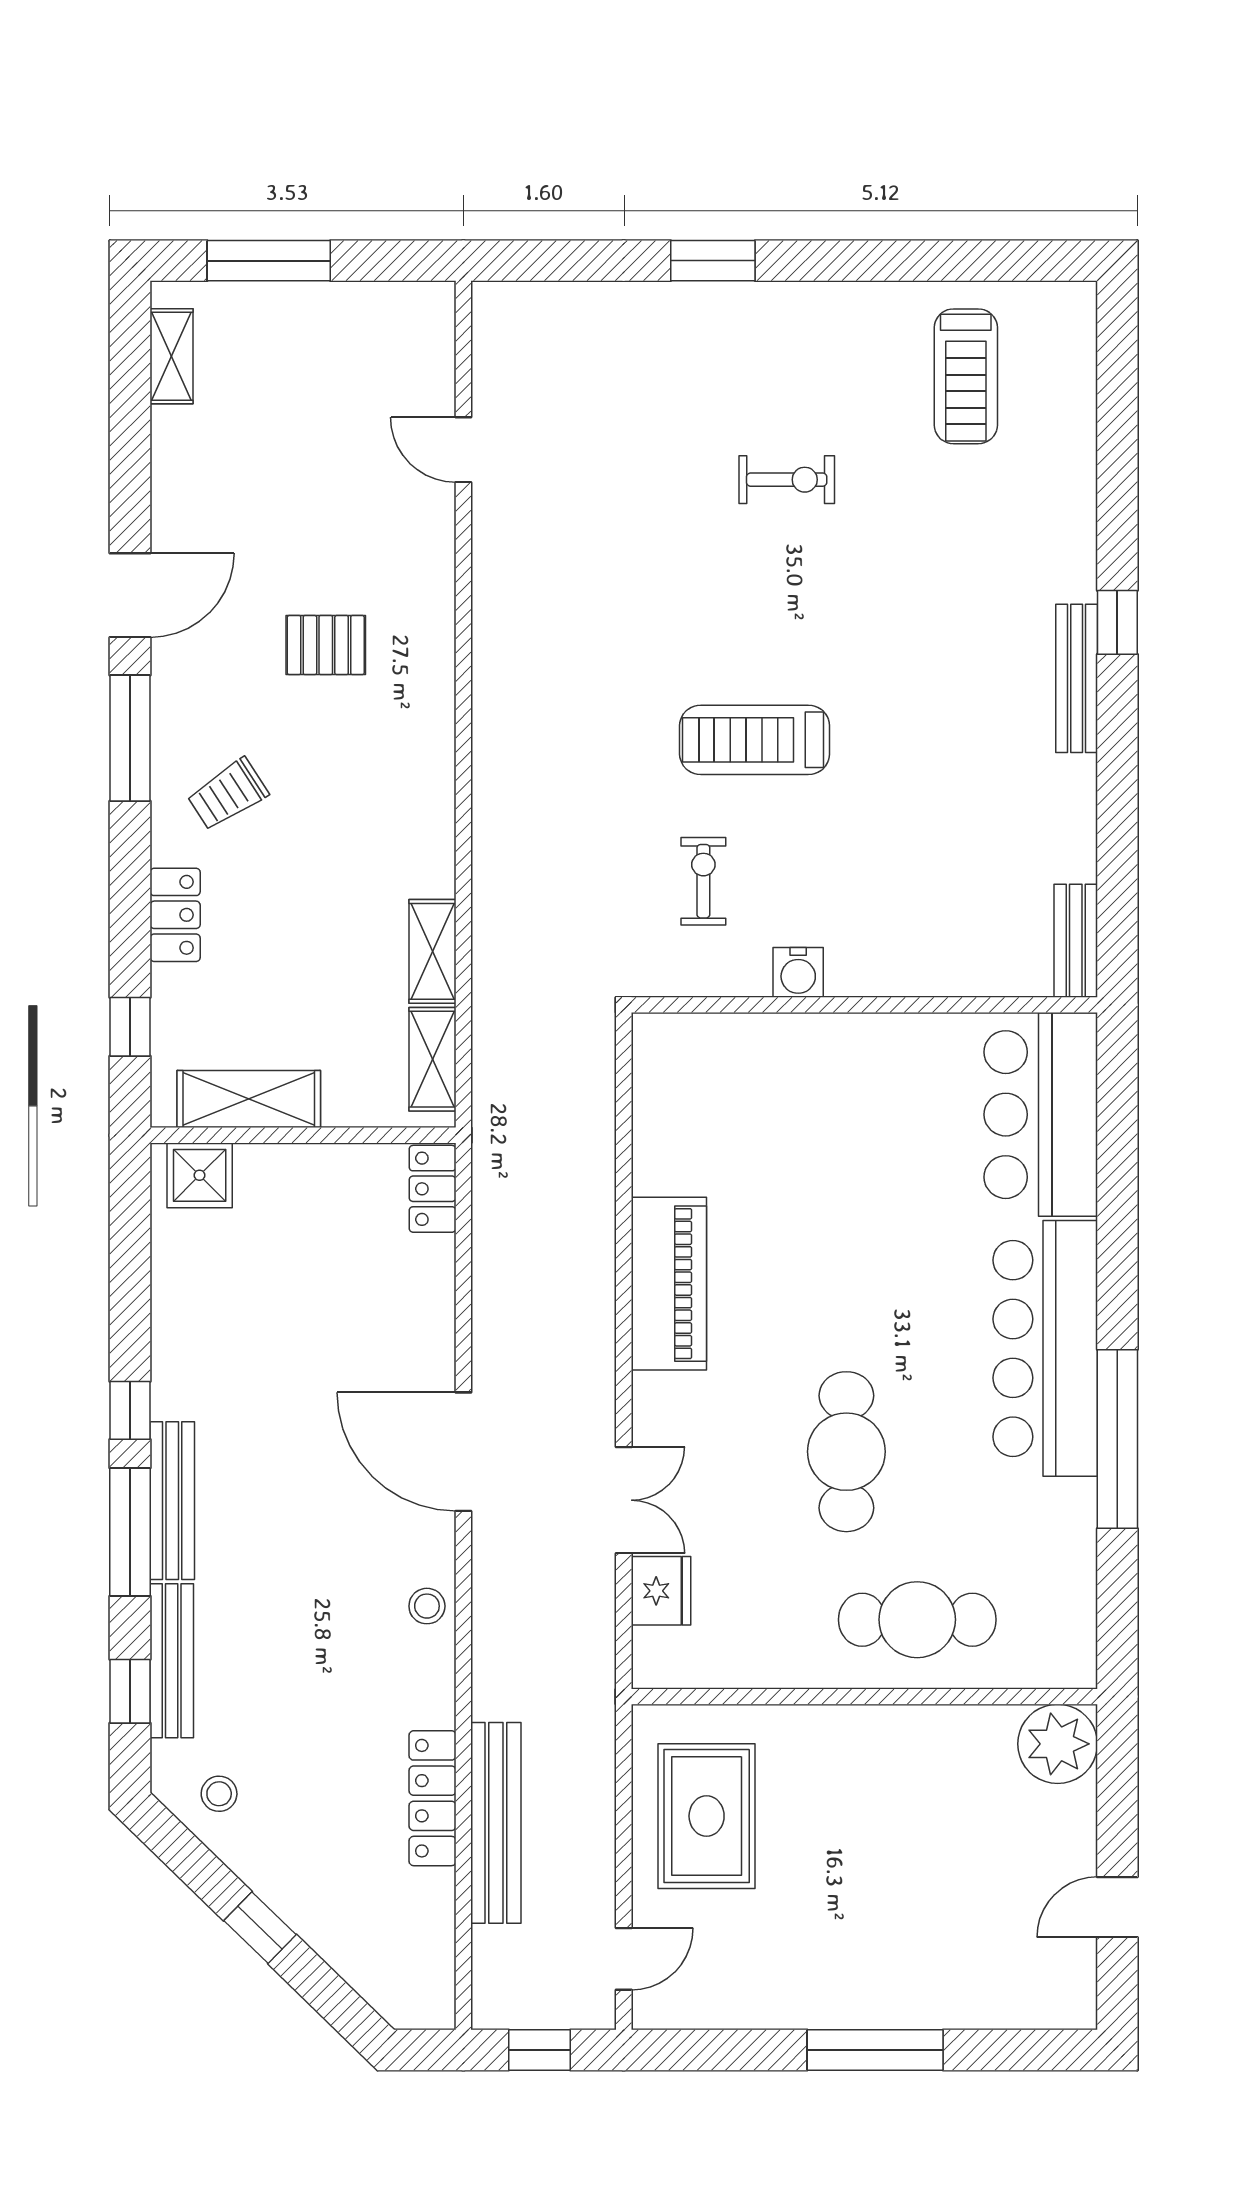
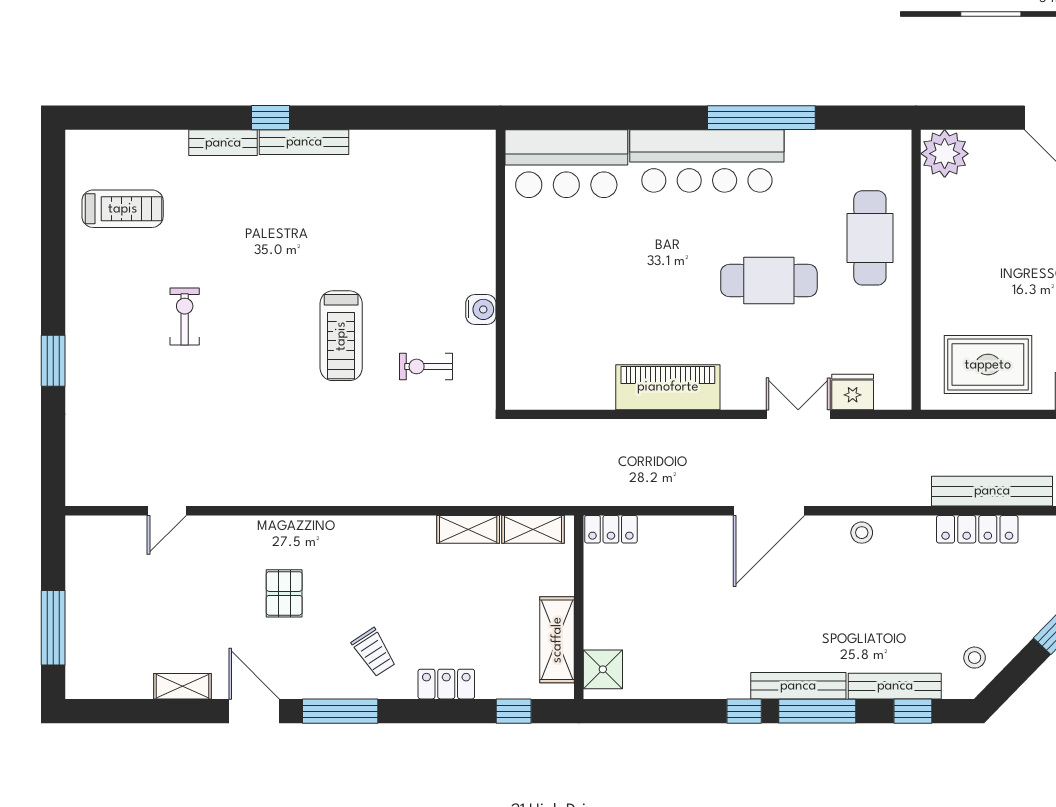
shelving: (172, 356) -> (182, 686), moved
bench: (1076, 941) -> (223, 143), moved

